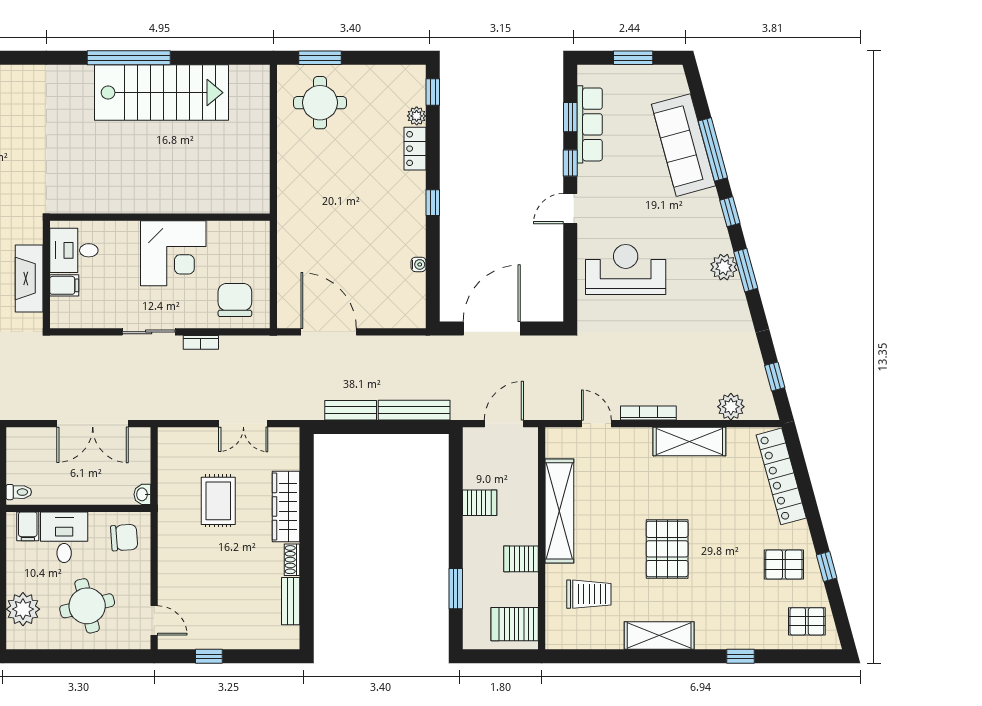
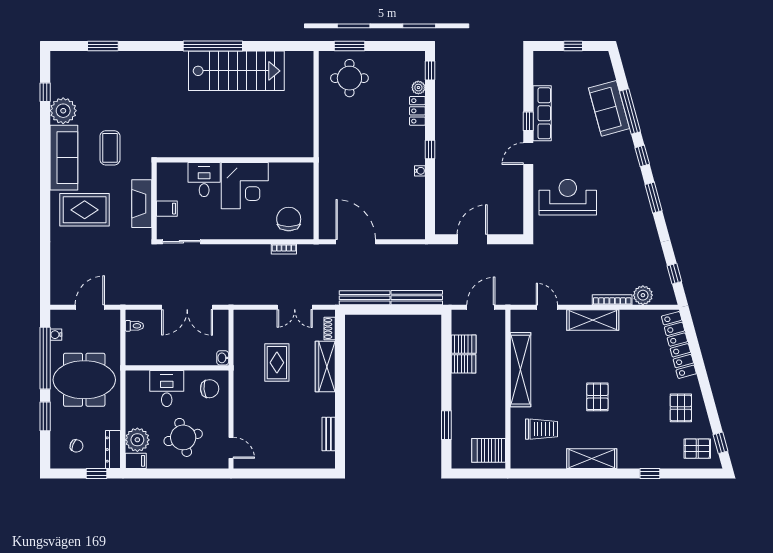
window: (633, 58) -> (573, 46), width x0.67
window: (570, 117) -> (528, 88), removed
row of seats: (590, 124) -> (542, 113), moved
sofa: (683, 145) -> (609, 108), width x0.73
desk: (74, 250) -> (204, 180), moved, turned 90
water cooler: (419, 264) -> (420, 171), moved
plant: (724, 267) -> (638, 195), removed
door: (492, 328) -> (472, 239), width x0.73
sliding door: (149, 332) -> (181, 242), moved
bookcase: (201, 342) -> (284, 249), moved
bench: (351, 410) -> (365, 298), width x1.36
bookcase: (648, 413) -> (612, 300), moved
shelving: (689, 441) -> (593, 320), moved
toilet: (19, 492) -> (134, 326), moved
filing cabinet: (28, 526) -> (136, 461), moved, turned -90
pallet: (667, 549) -> (597, 397), width x0.67, depth x0.71
server rack: (521, 559) -> (464, 344), moved, turned 180
shoe rack: (292, 560) -> (330, 329), moved
pallet: (784, 565) -> (681, 408), turned 90
window: (827, 567) -> (720, 443), moved
window: (209, 656) -> (270, 473), removed

